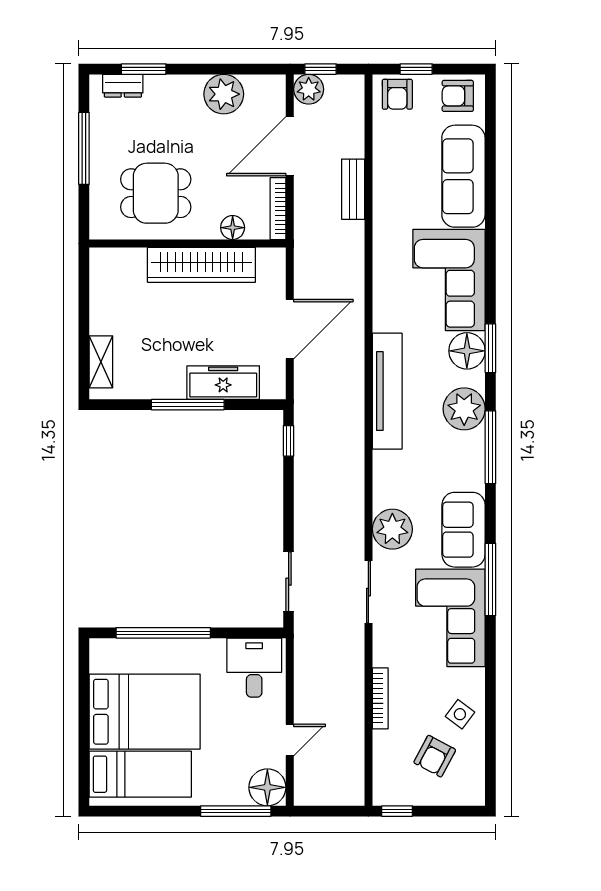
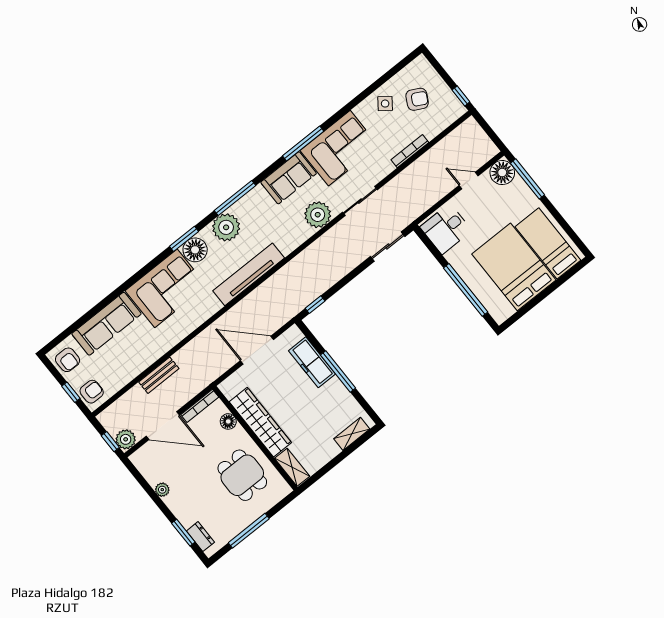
plant: (224, 94) -> (162, 490), width x0.53, depth x0.53
shelving: (118, 260) -> (292, 467), added

